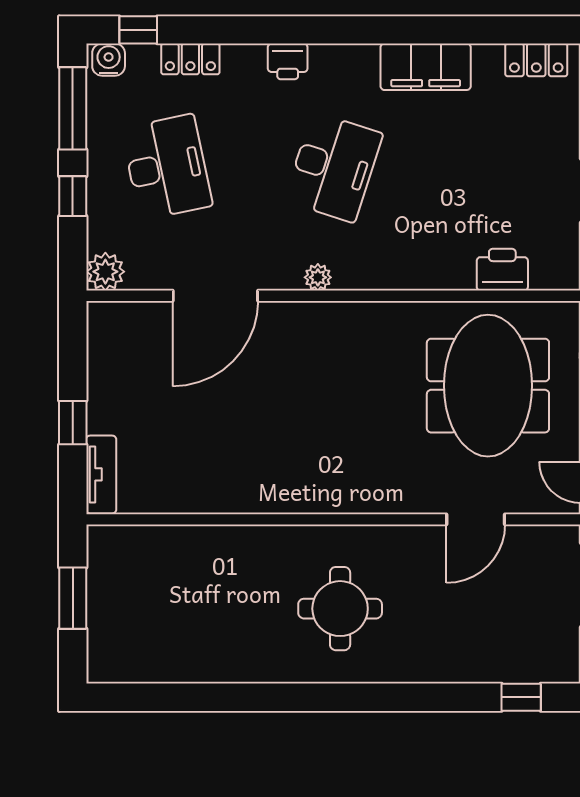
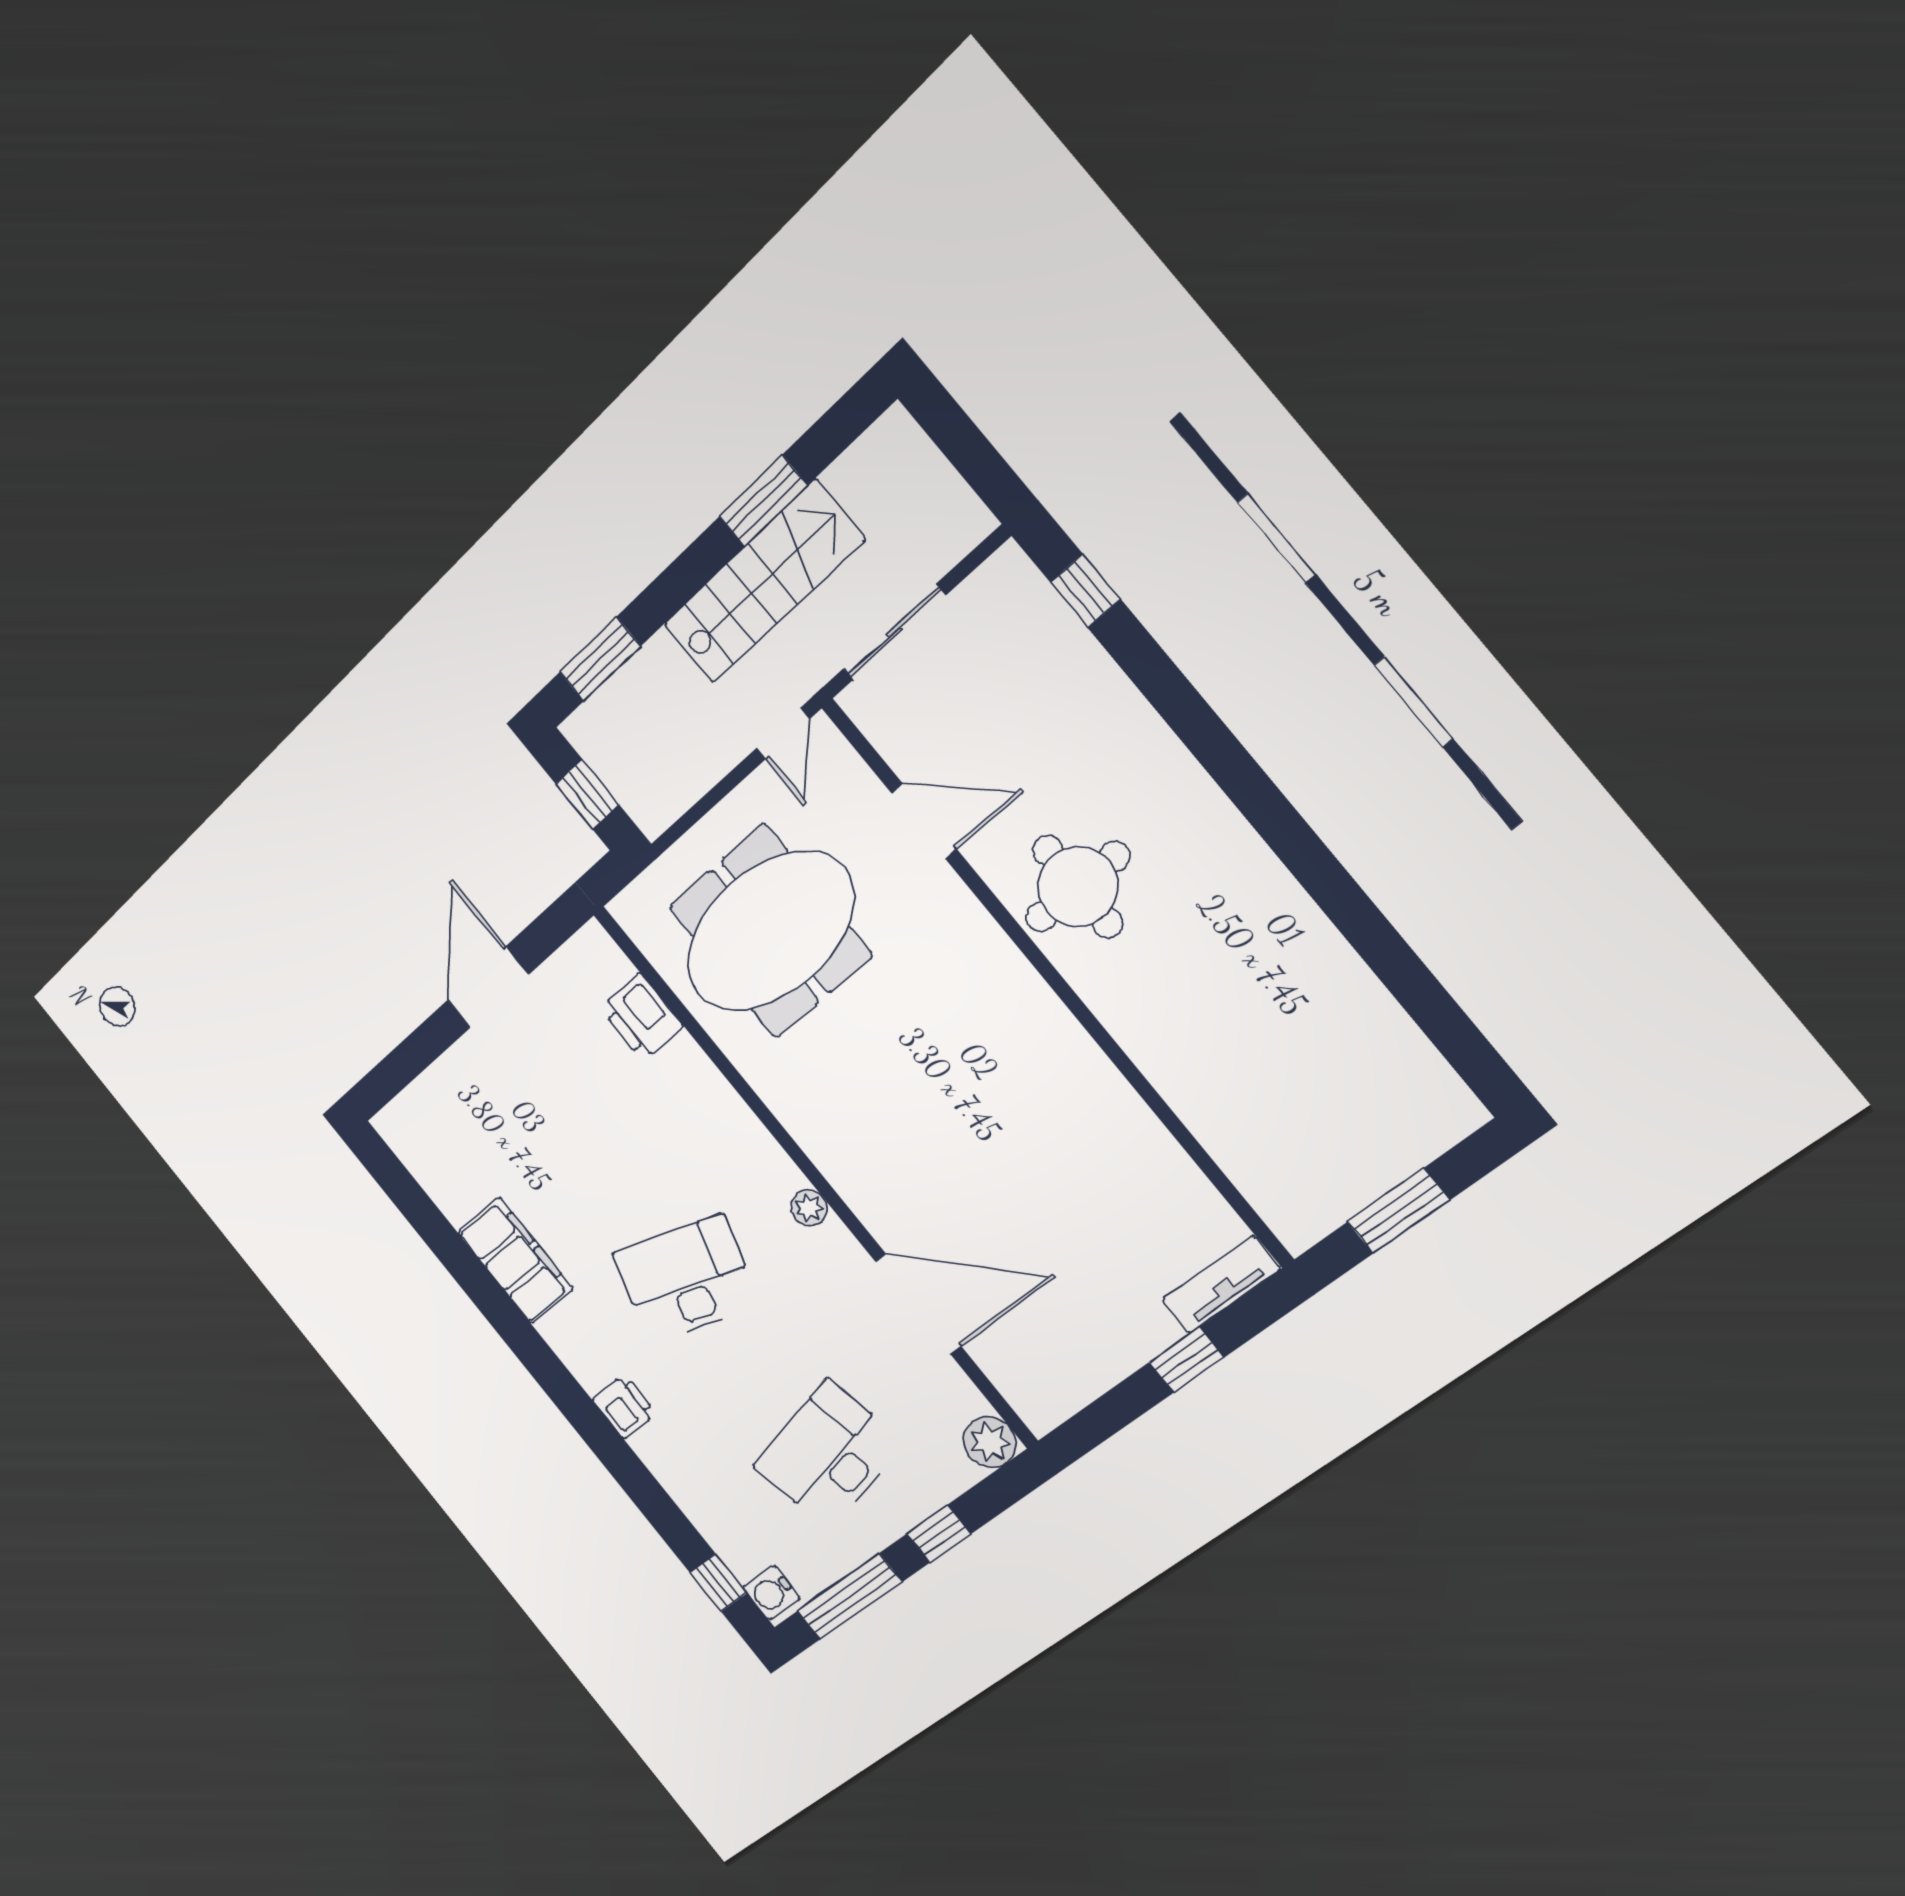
locker: (190, 59) -> (703, 1509), removed
locker: (536, 60) -> (419, 1153), removed
round table: (340, 609) -> (1078, 887), moved

